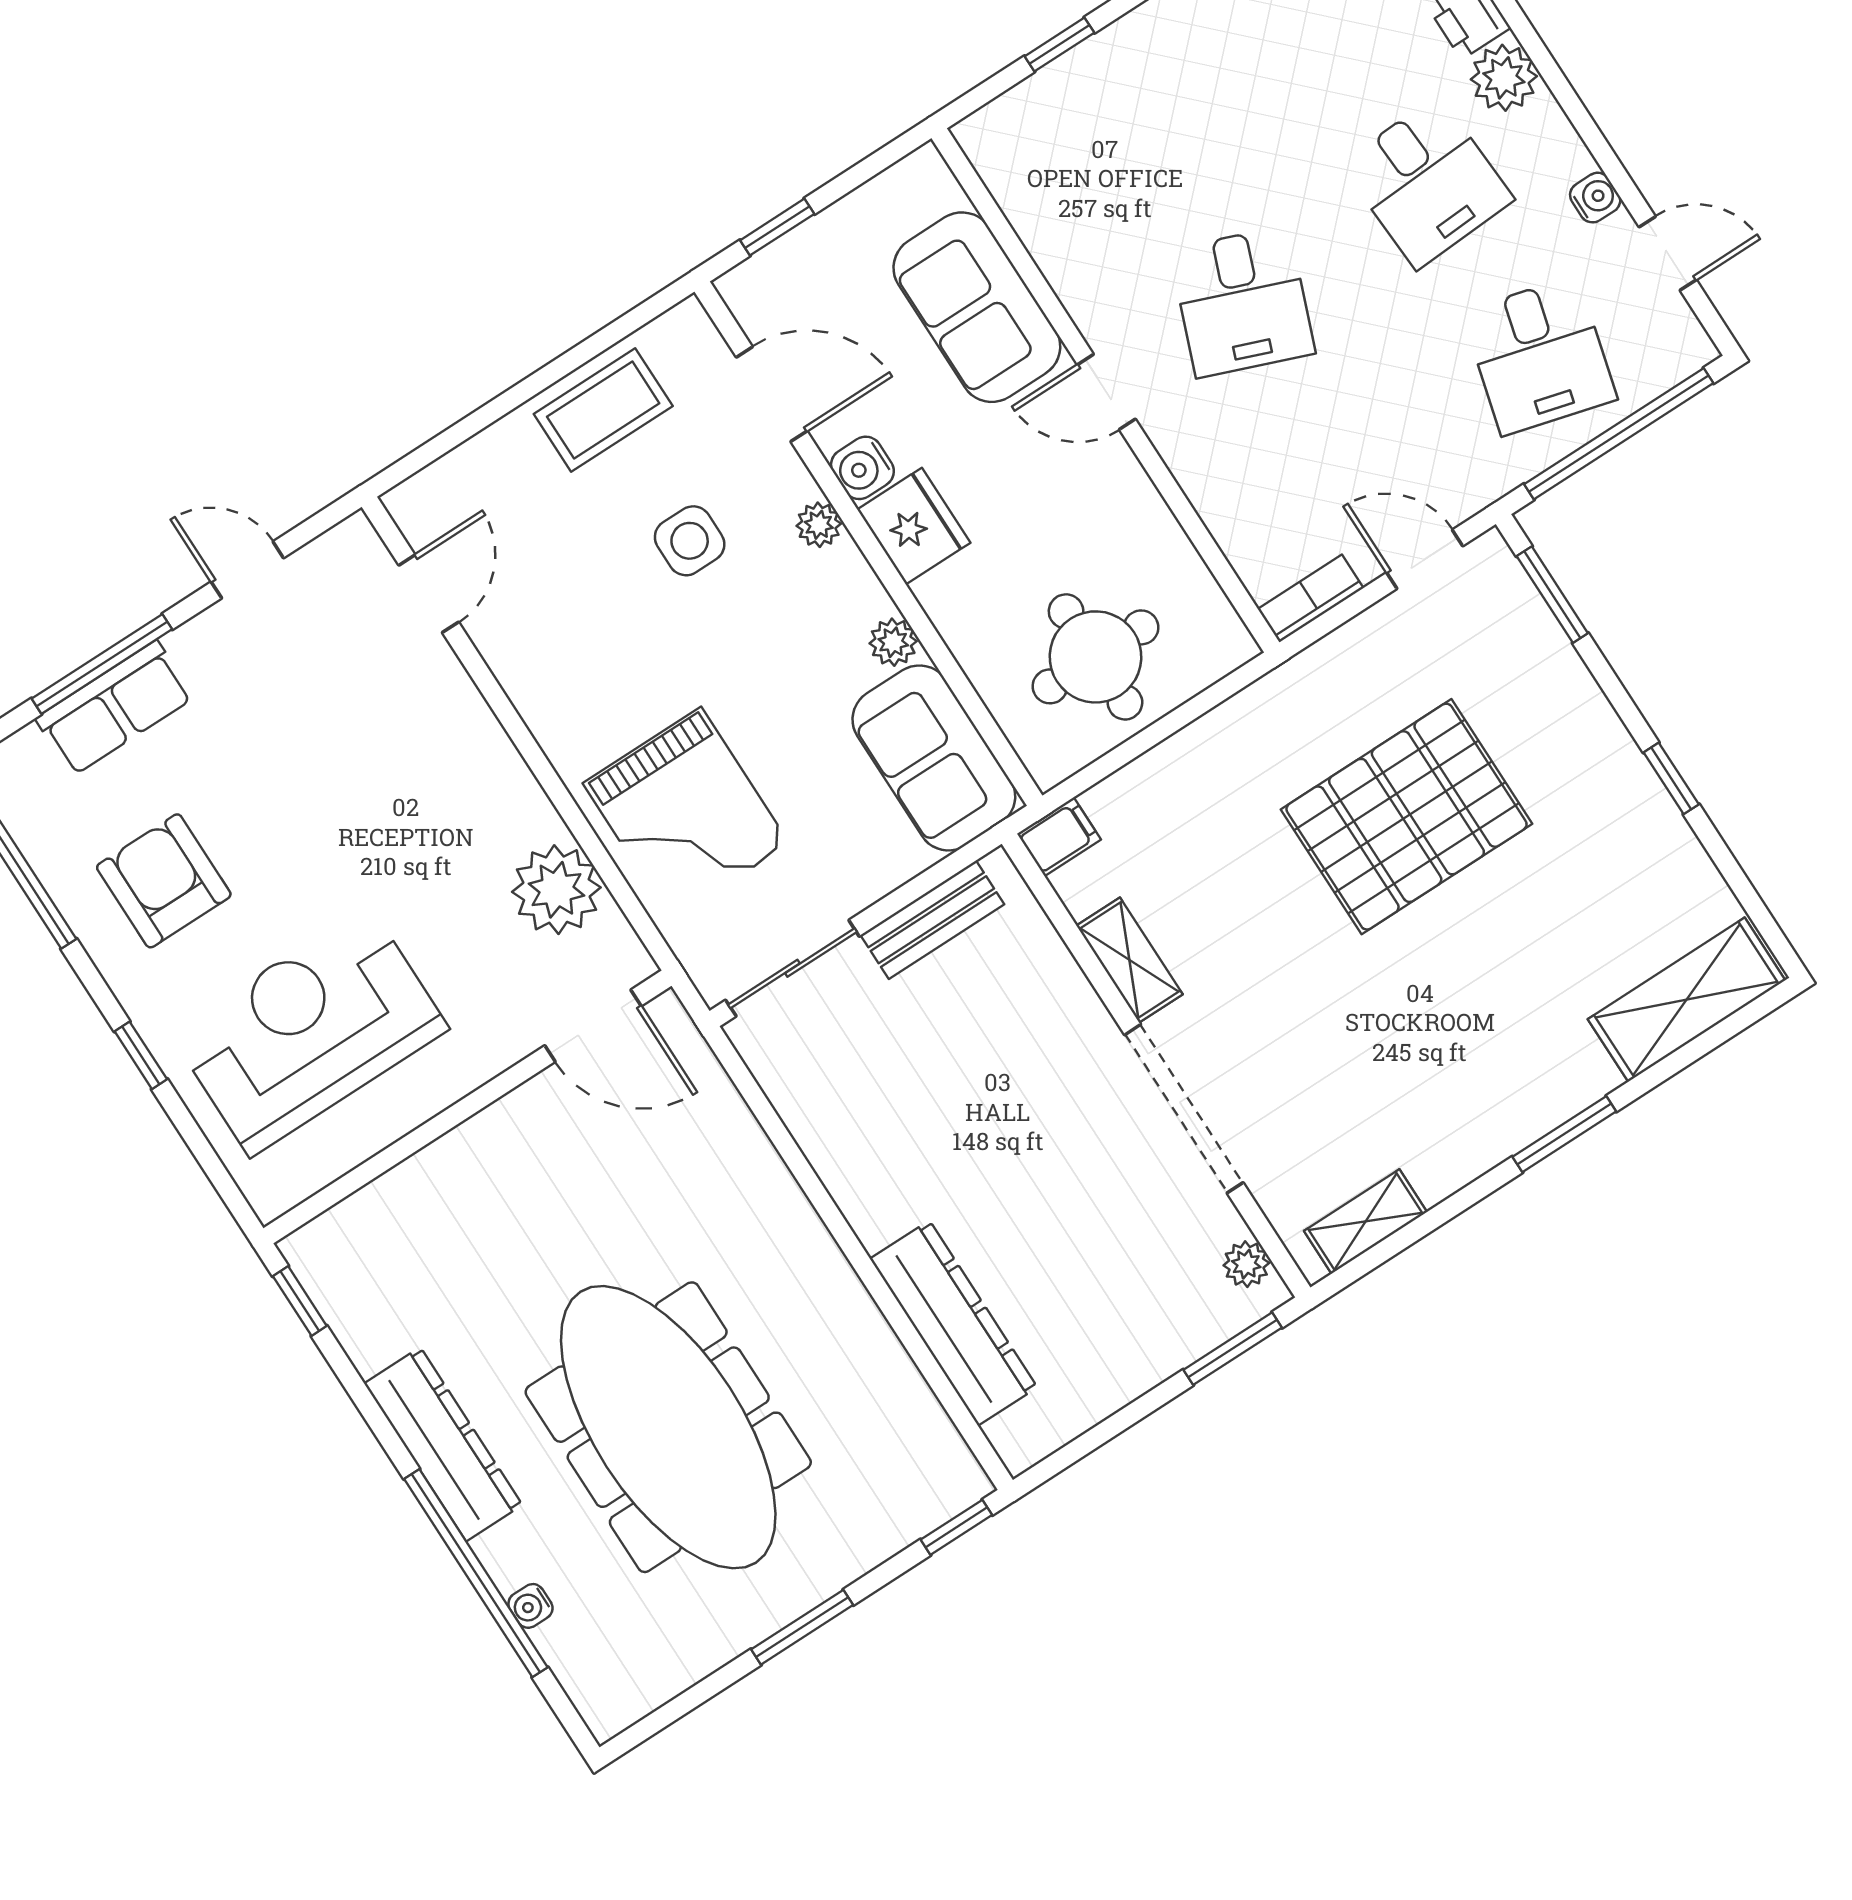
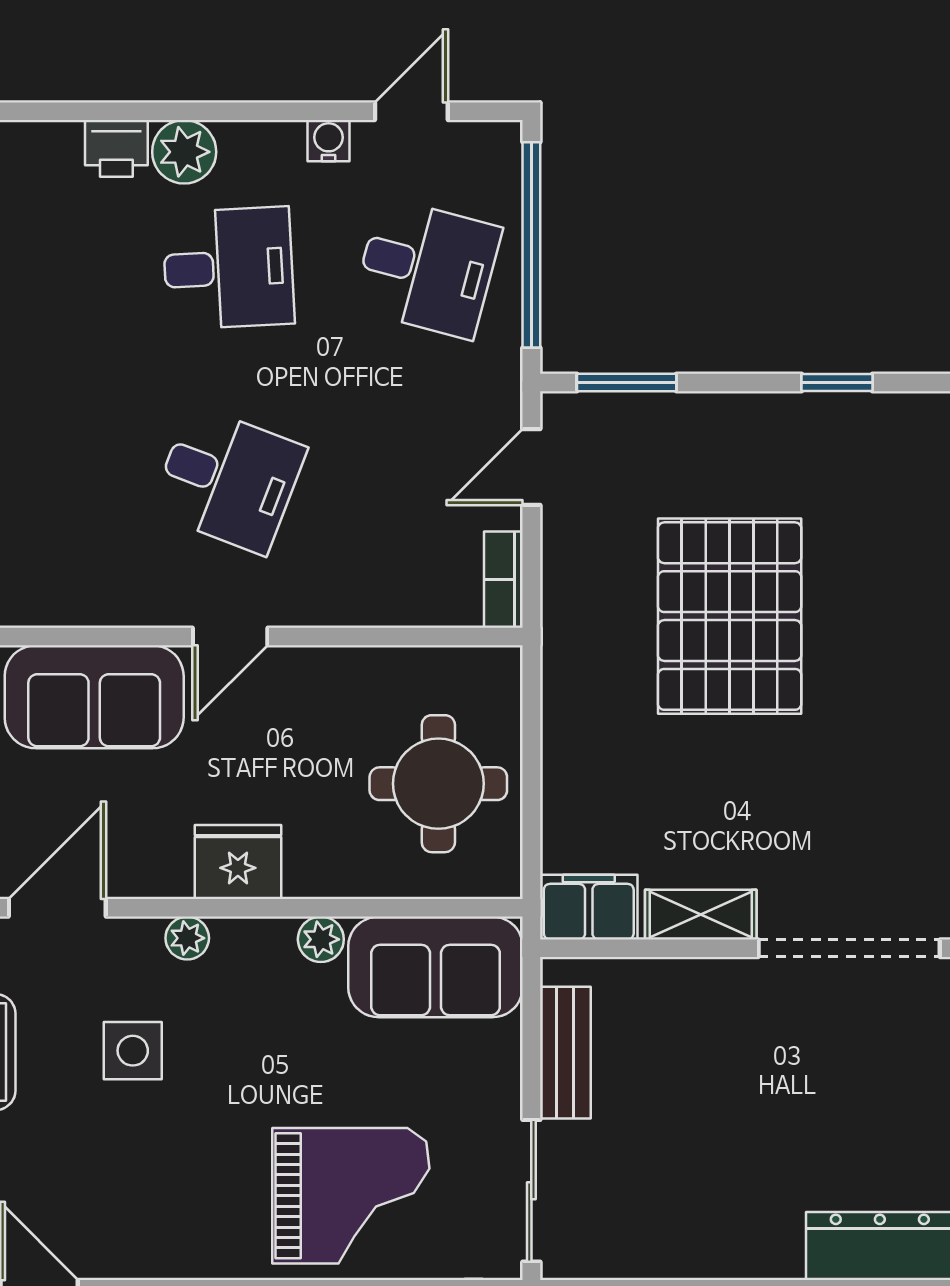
water cooler: (862, 468) -> (164, 873), removed
filing cabinet: (1059, 837) -> (589, 907), width x2.00

